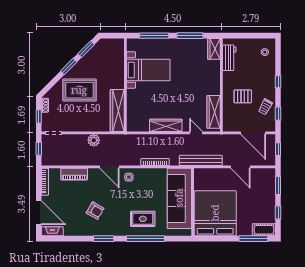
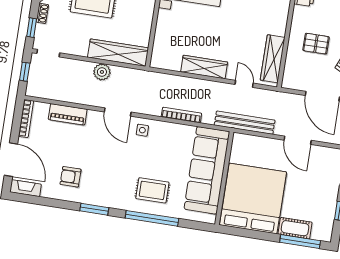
wardrobe: (117, 110) -> (118, 53), moved, turned 90
armchair: (95, 211) -> (71, 177), moved, turned 150
cot: (264, 230) -> (295, 228), moved

